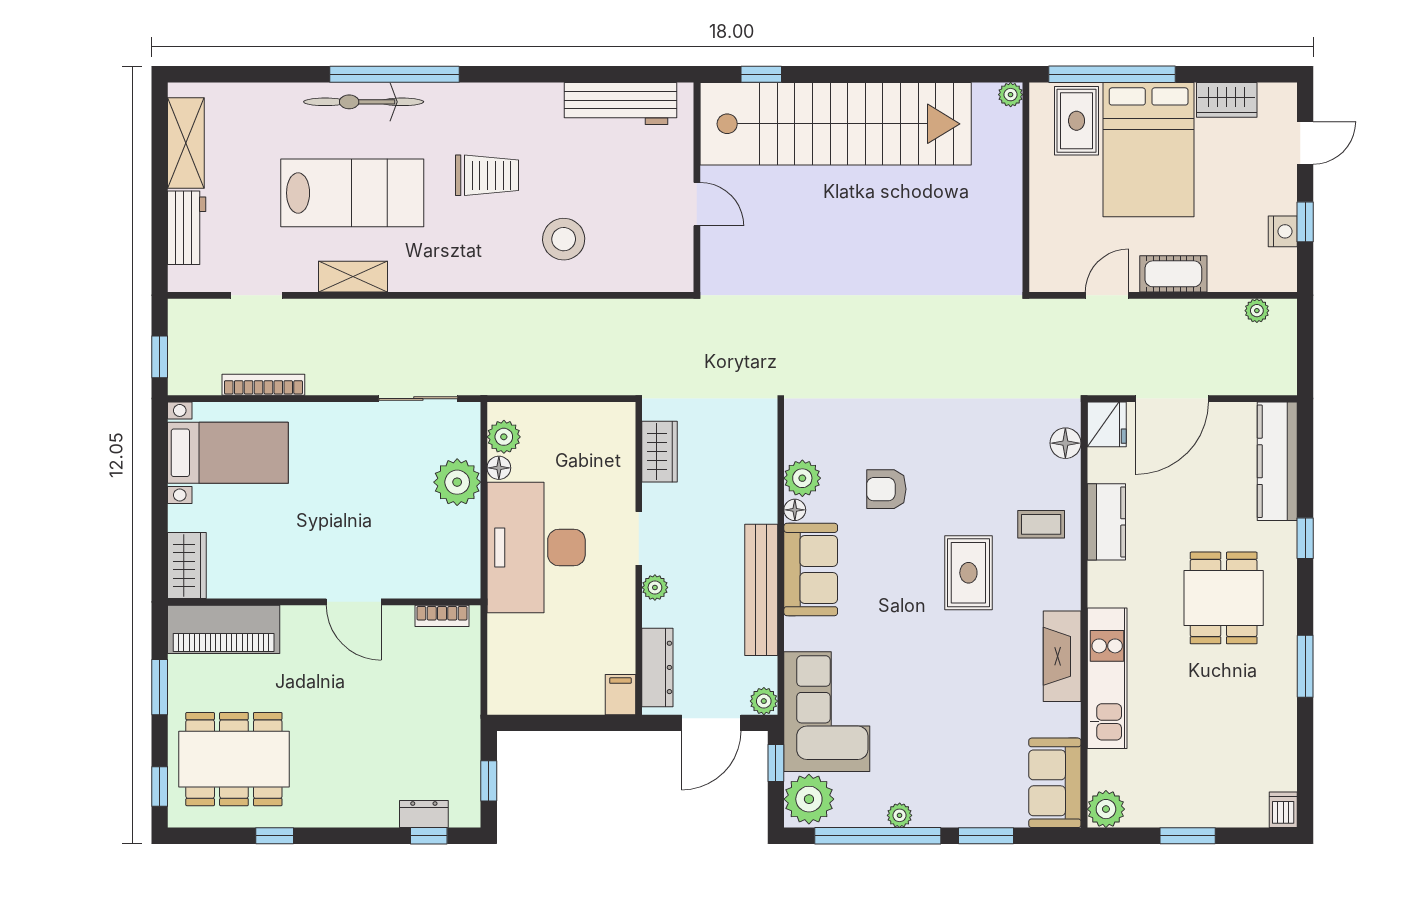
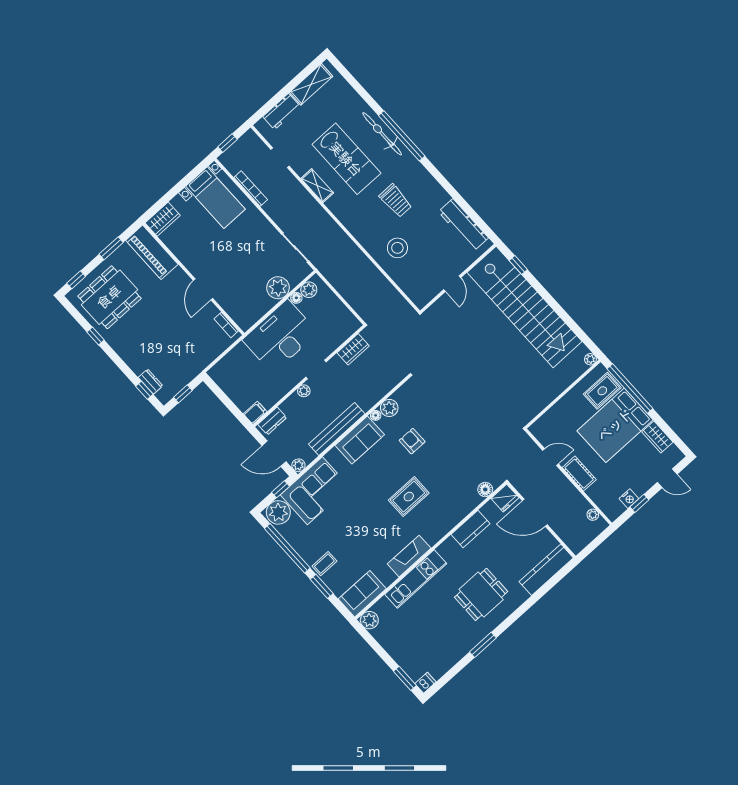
coffee table: (1041, 524) -> (324, 564), moved, turned 90
window: (1305, 538) -> (528, 604), removed
dresser: (657, 667) -> (272, 421), width x0.70
dining table: (234, 759) -> (109, 297), turned 90
plant: (900, 815) -> (301, 549), removed
window: (1188, 836) -> (405, 678), moved

